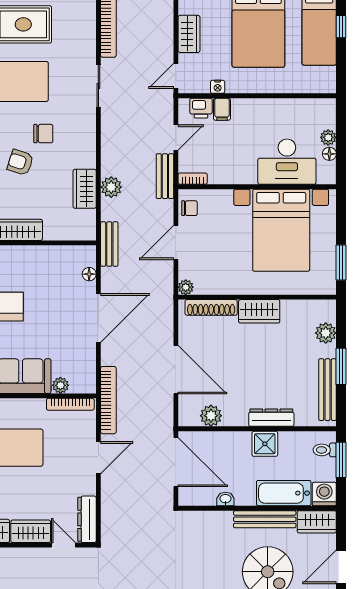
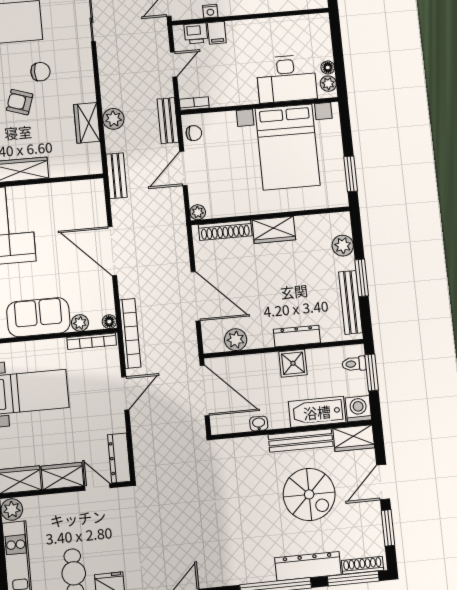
plant: (328, 137) -> (328, 84), moved
bench: (165, 176) -> (168, 121), moved
floor lamp: (89, 274) -> (109, 322), moved
door: (98, 318) -> (112, 251), swing flipped

